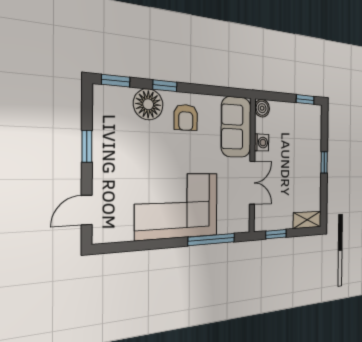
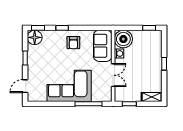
floor lamp: (148, 104) -> (35, 37), moved
boiler: (262, 108) -> (123, 39), width x1.86, depth x1.86

